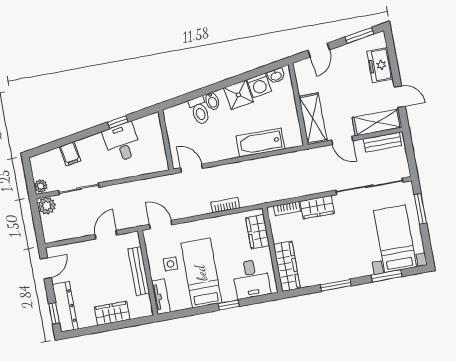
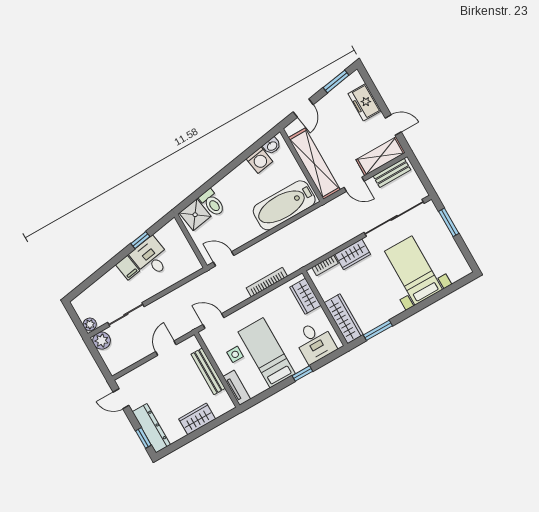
shower: (238, 95) -> (195, 215), moved
bidet: (212, 101) -> (221, 190), removed
shelving: (313, 119) -> (314, 164), width x1.47
bathtub: (260, 142) -> (284, 205), width x1.36, depth x1.36
filing cabinet: (70, 154) -> (128, 268), moved
bookcase: (225, 205) -> (267, 282), width x1.56
bed with nightstands: (395, 239) -> (413, 270), moved
door: (46, 268) -> (121, 399), swing flipped
window: (387, 276) -> (439, 295), removed
window: (336, 285) -> (378, 330), moved

